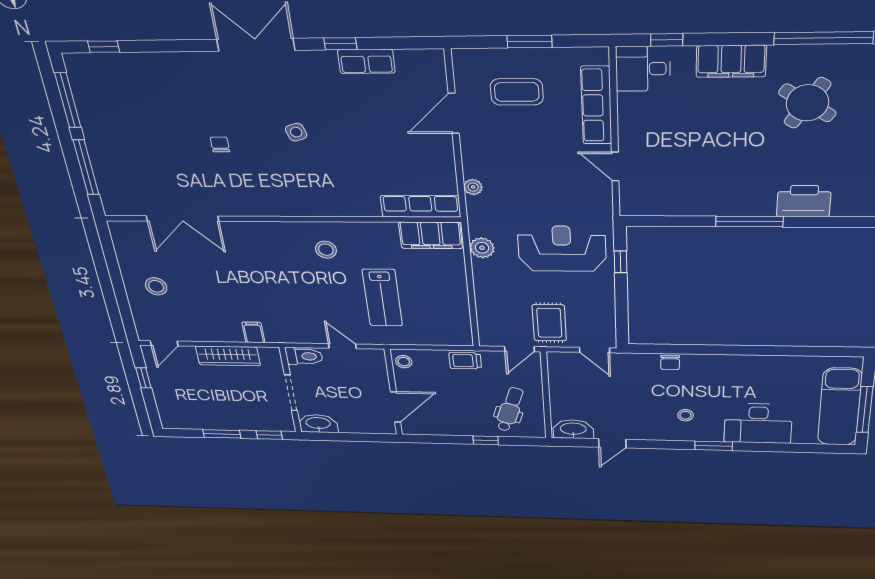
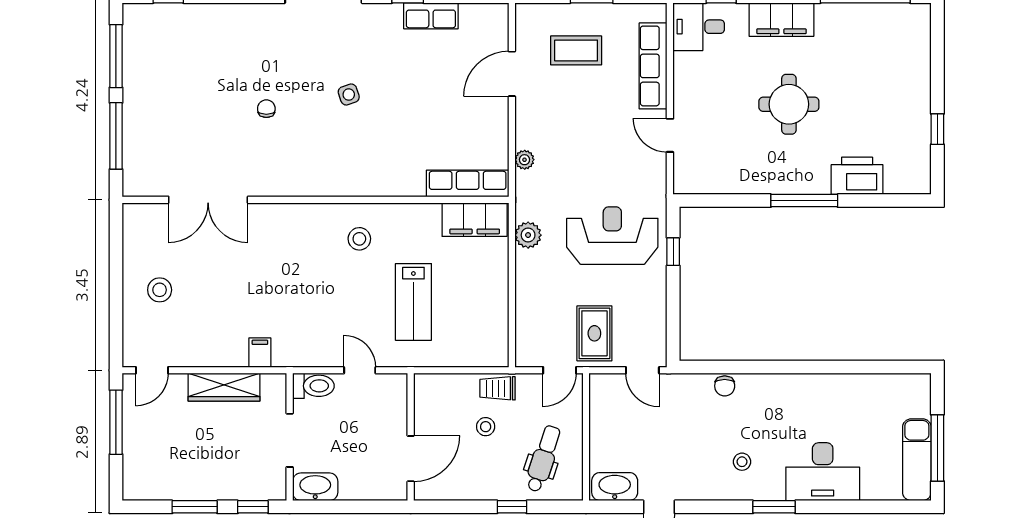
round table: (807, 103) -> (789, 104), moved, turned -33
stool: (404, 362) -> (486, 427), moved
window: (143, 378) -> (116, 422), width x2.17
exam couch: (840, 407) -> (917, 460), width x0.73, depth x0.69

